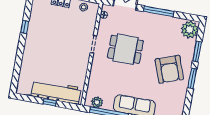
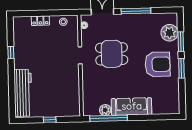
plant: (190, 30) -> (169, 33), moved
armchair: (169, 69) -> (158, 64), turned -70
workbench: (56, 92) -> (23, 93), moved, turned 90
plant: (97, 102) -> (105, 110), moved

